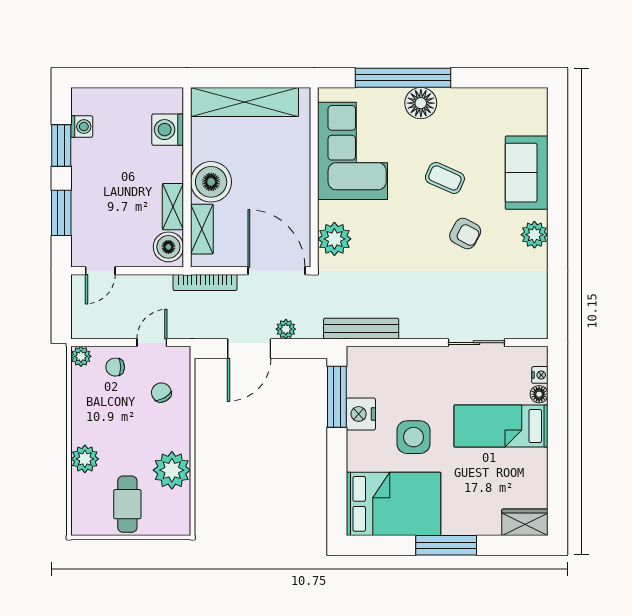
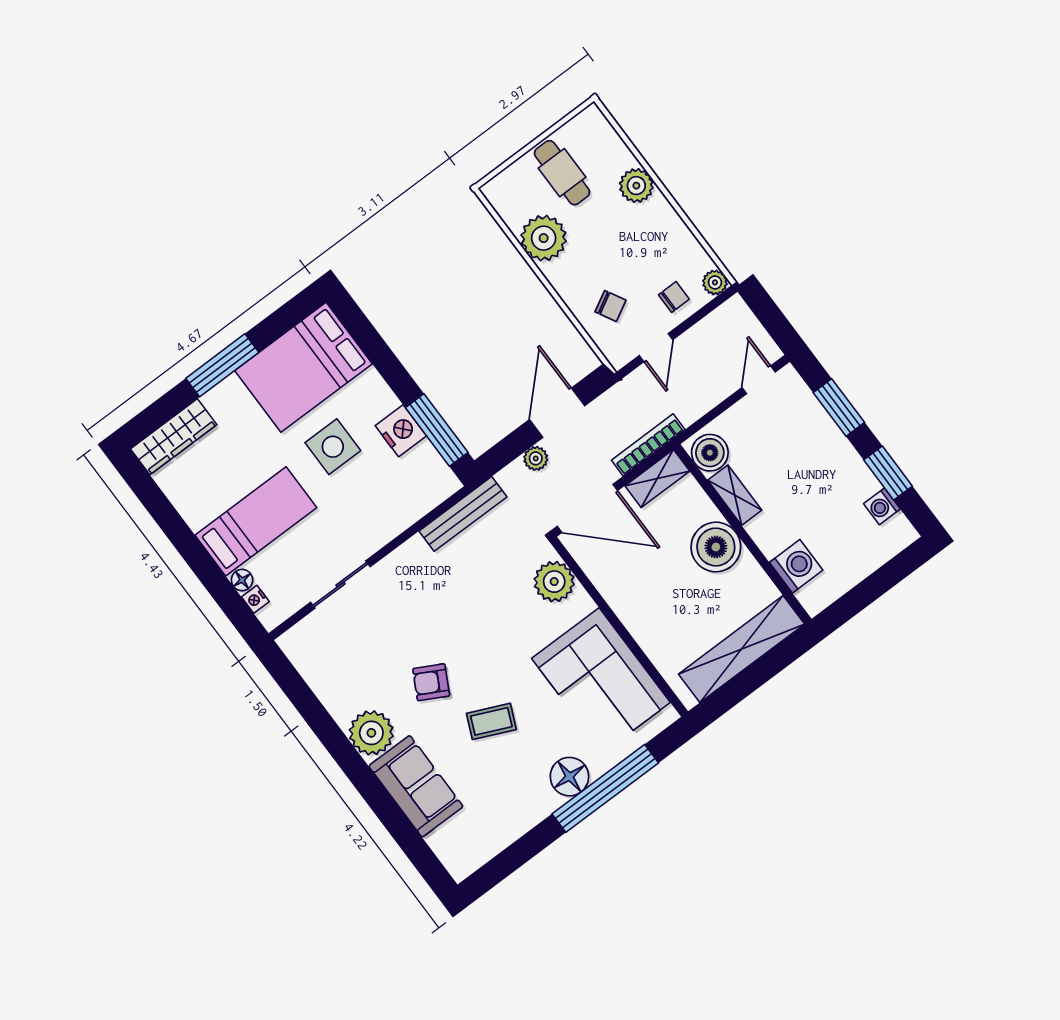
shelving: (202, 229) -> (657, 478), moved, turned 90
plant: (534, 235) -> (371, 733), width x1.36, depth x1.36
wardrobe: (525, 522) -> (174, 437), width x1.50

